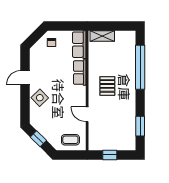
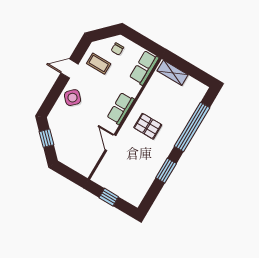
row of seats: (80, 73) -> (121, 108), moved
pallet: (107, 86) -> (148, 126), turned 90
window: (140, 126) -> (166, 171), moved
coffee table: (70, 140) -> (99, 64), moved

